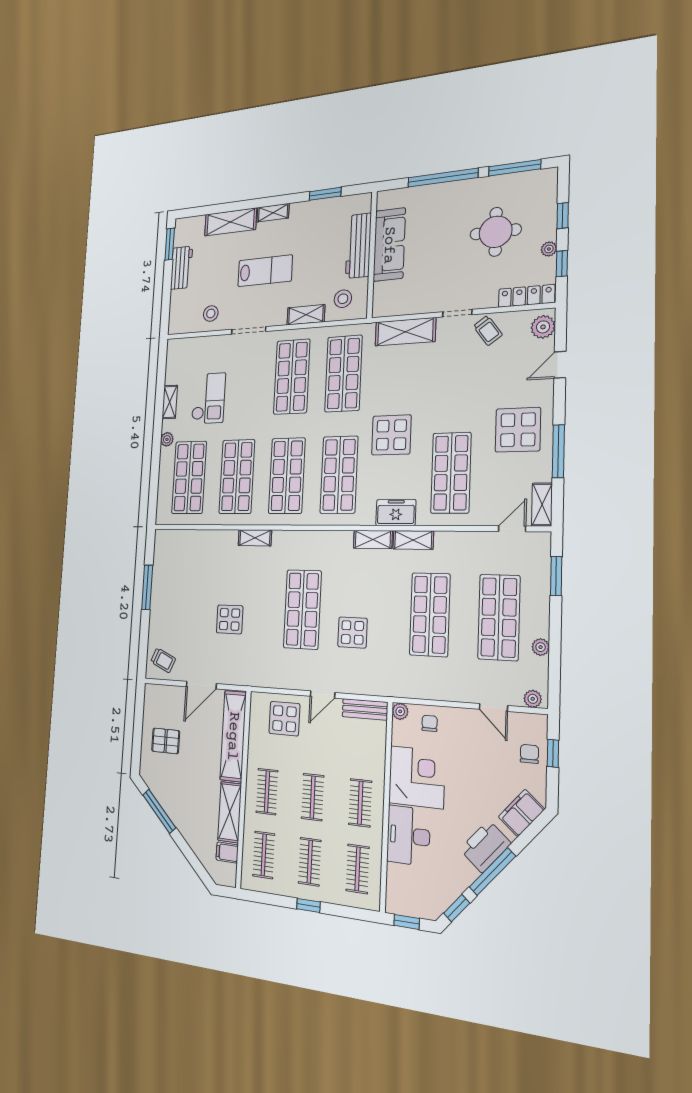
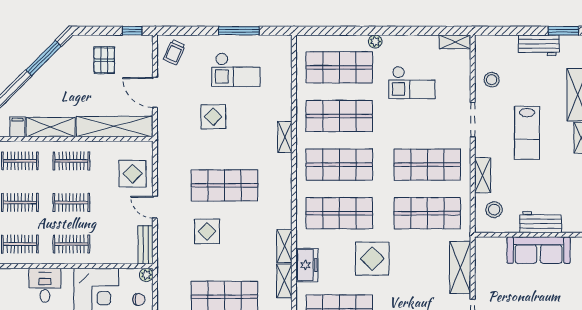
workbench: (358, 246) -> (541, 222), width x0.73
shelving: (170, 402) -> (455, 42), moved
checkout: (184, 592) -> (236, 70), added
window: (139, 706) -> (132, 31), added
desk: (408, 836) -> (45, 285), width x0.73

